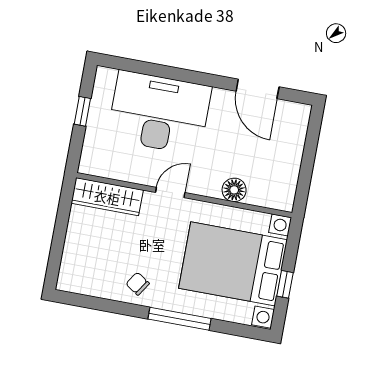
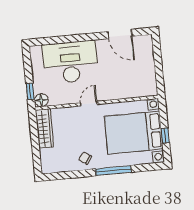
window: (82, 111) -> (30, 91), moved
floor lamp: (234, 190) -> (41, 100), moved
wardrobe: (107, 197) -> (45, 129), moved, turned -90

